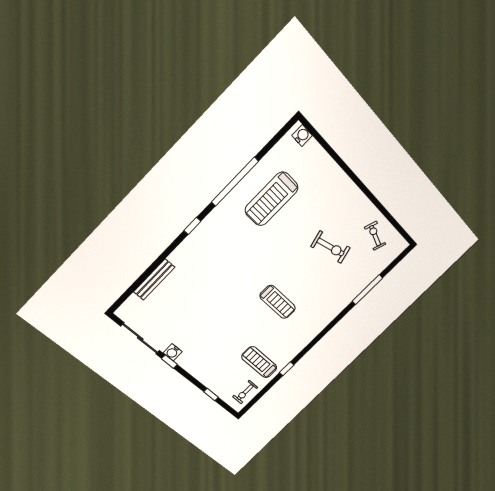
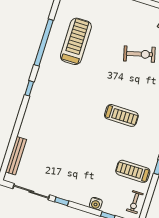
treadmill: (272, 199) -> (76, 41), turned 180
bench: (154, 280) -> (16, 156), moved
water cooler: (173, 352) -> (96, 204), moved

